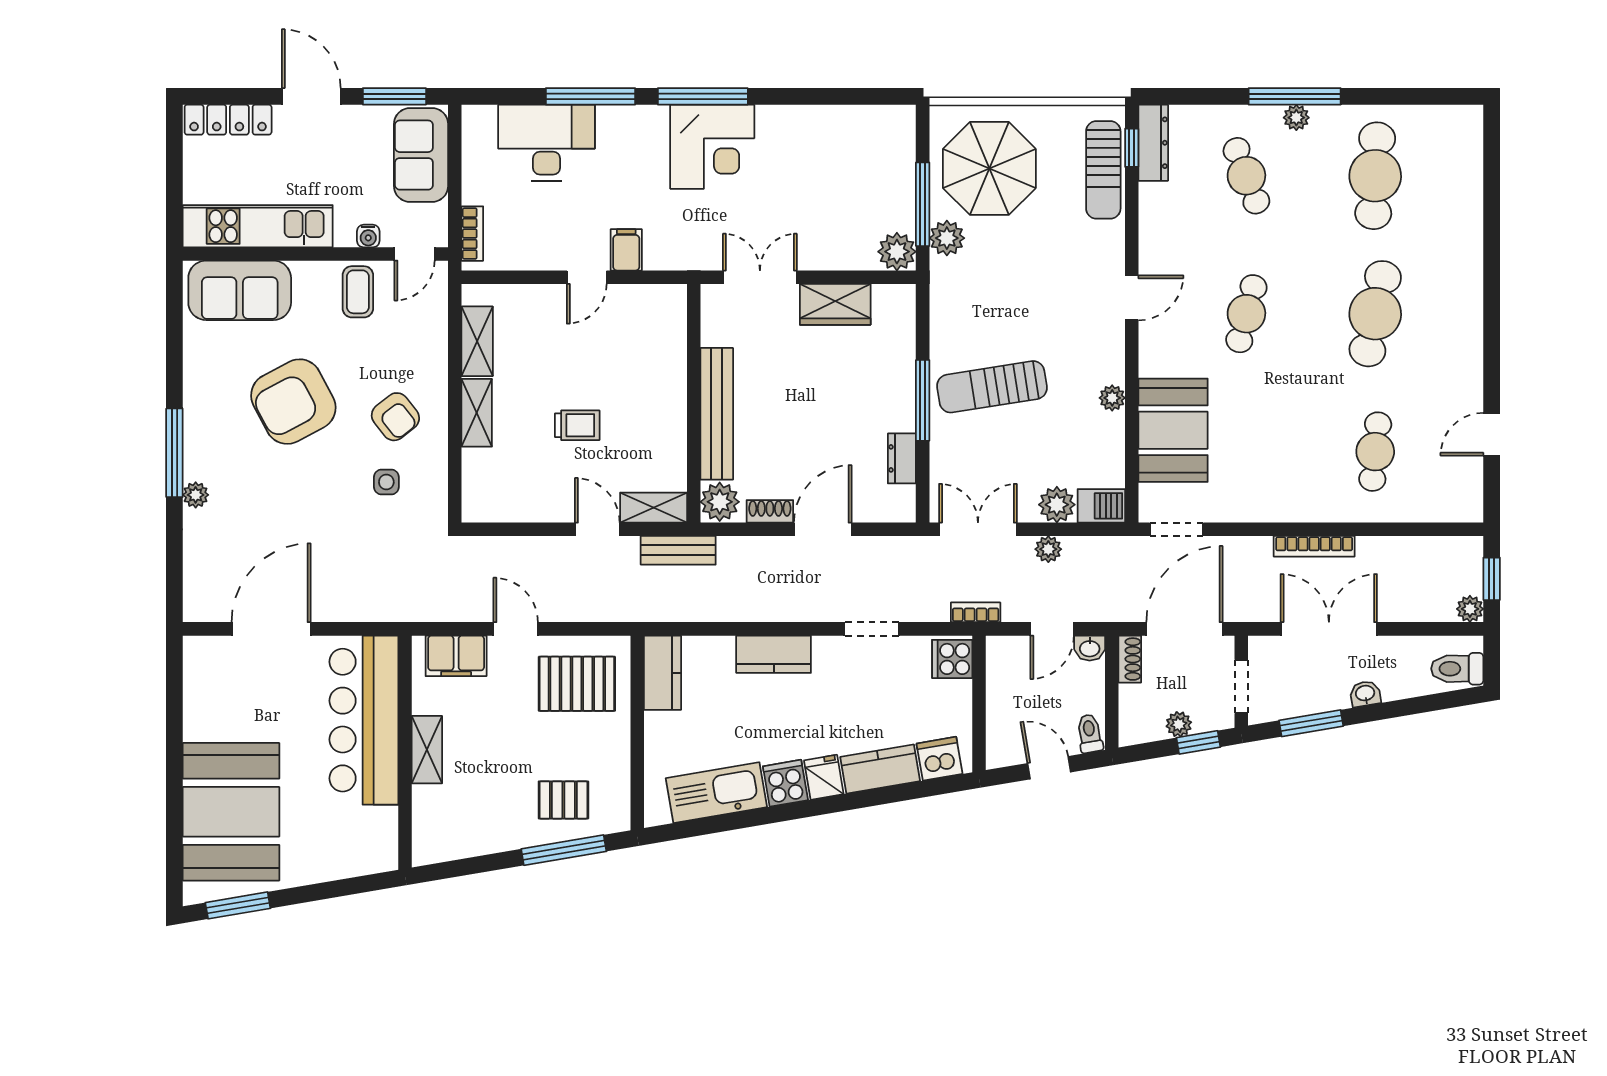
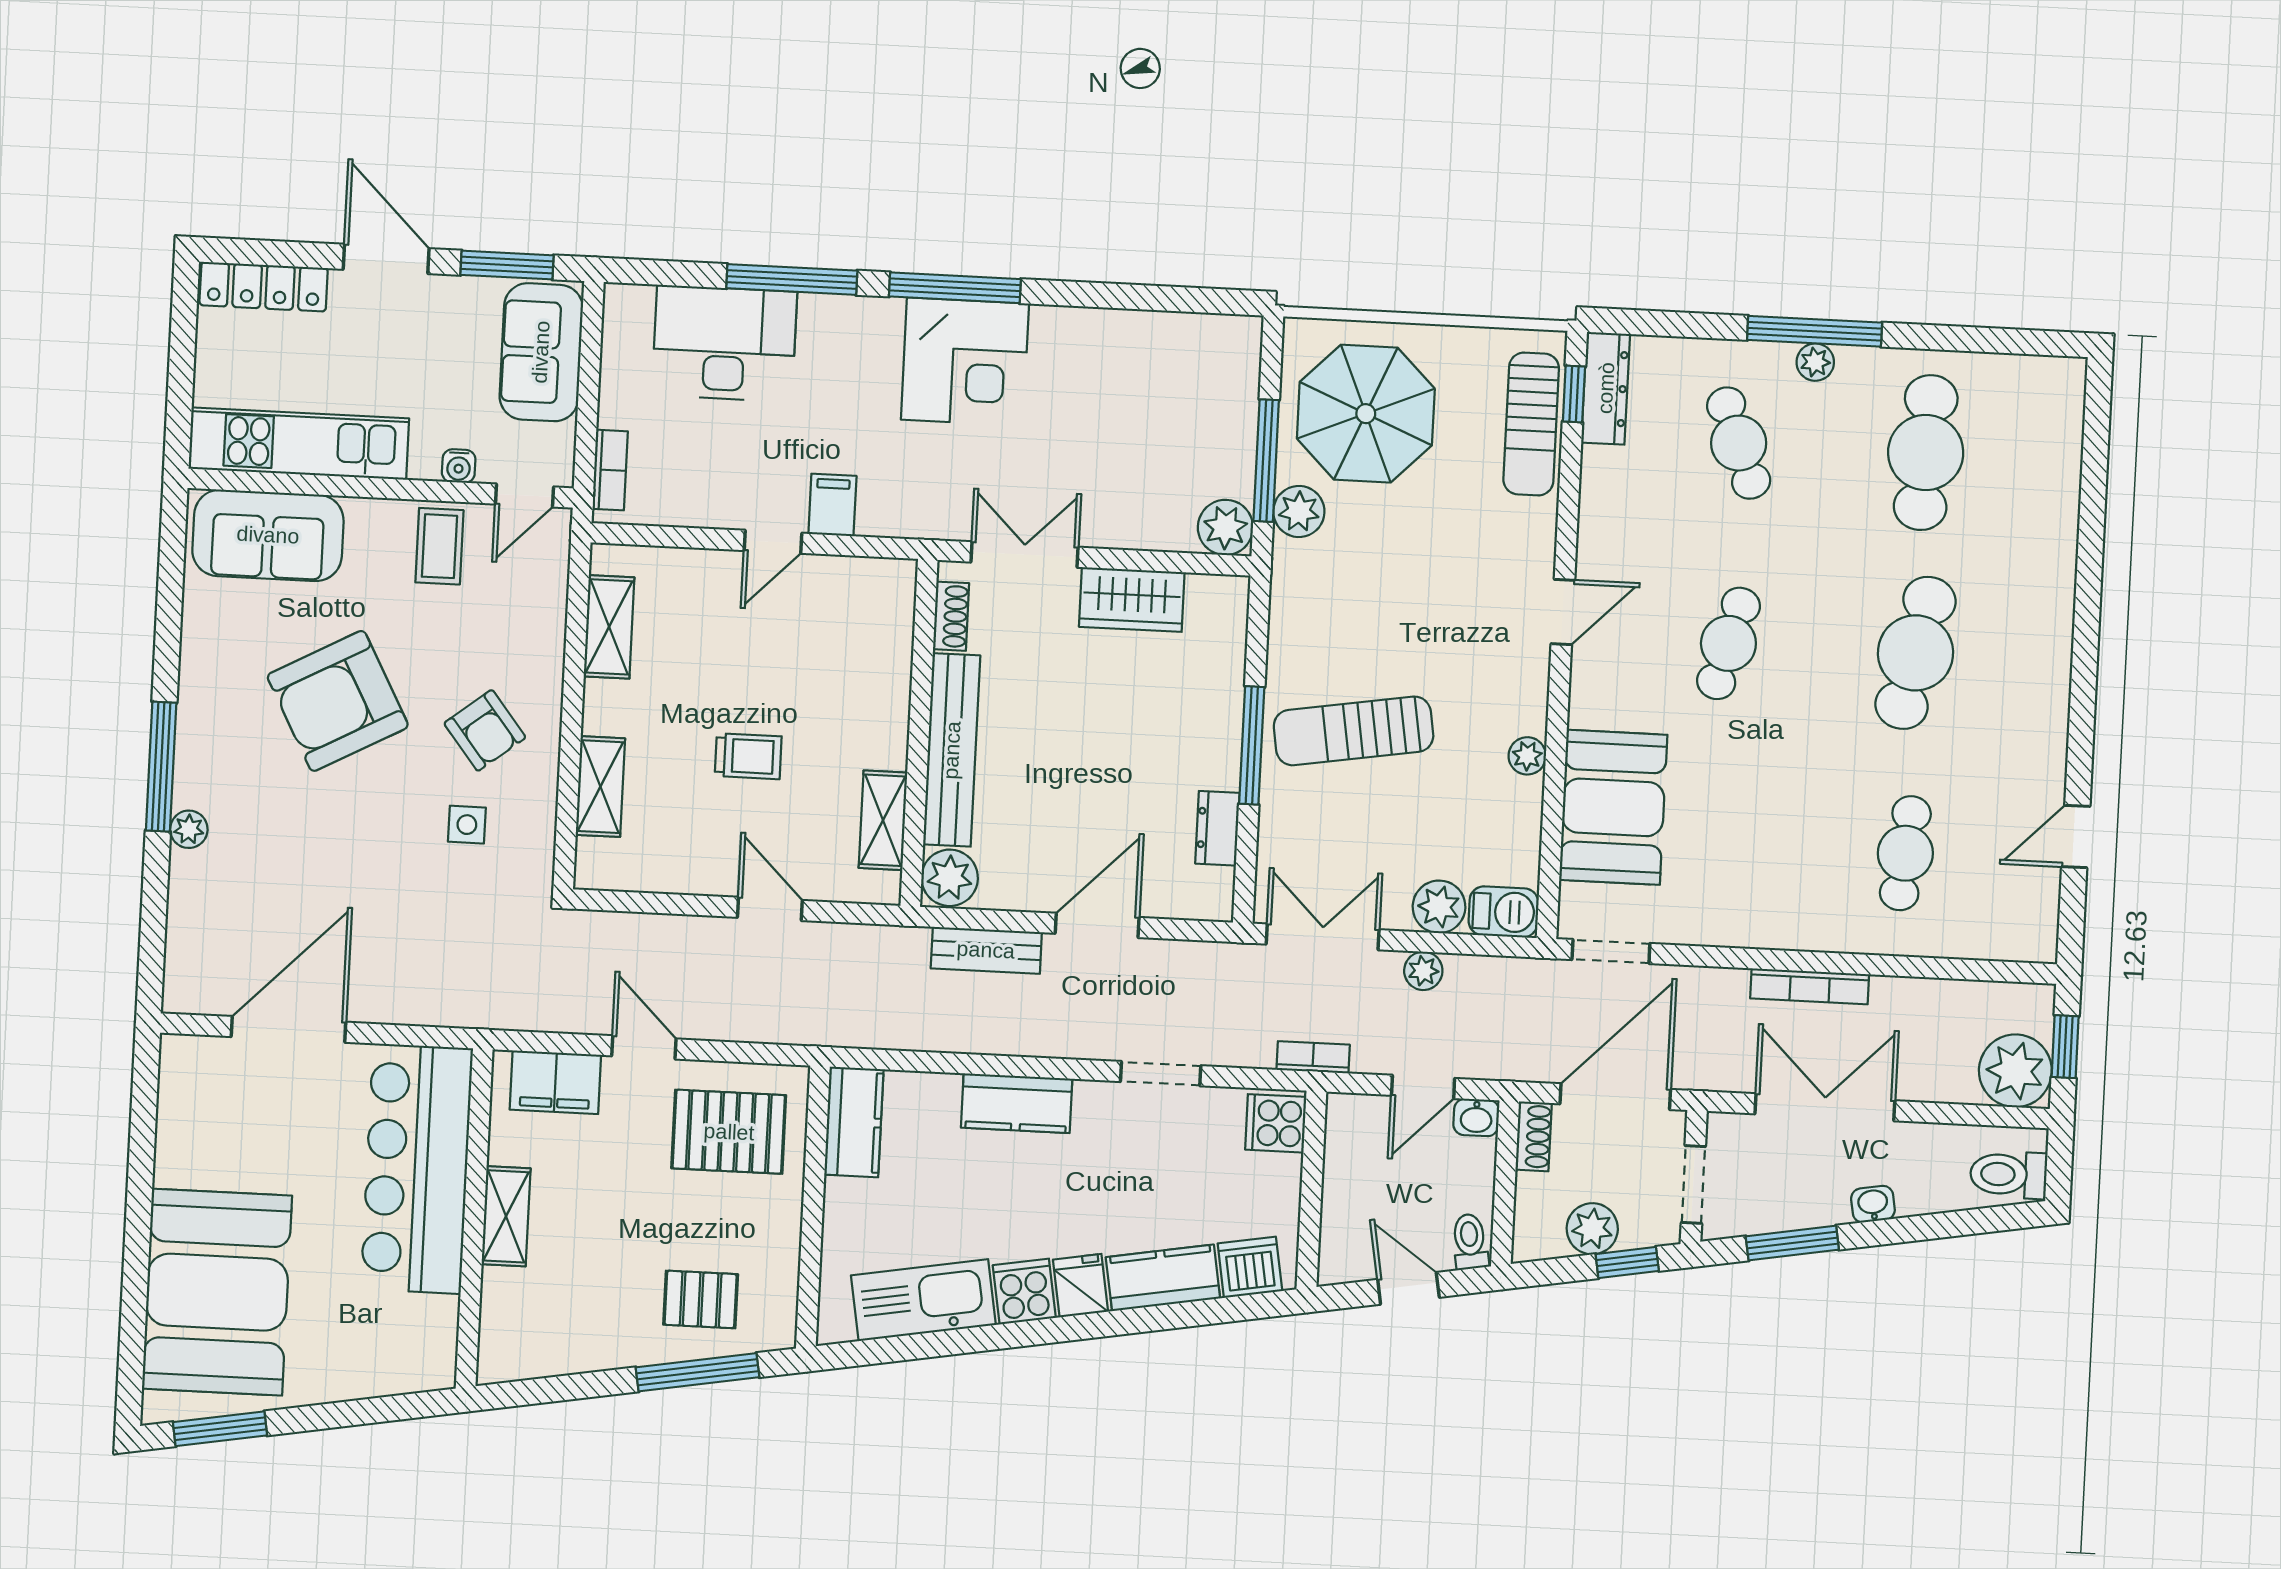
shelving: (477, 413) -> (600, 787), moved
shelving: (654, 508) -> (883, 820), moved, turned 90
shoe rack: (770, 511) -> (951, 616), moved, turned 90
bench: (678, 550) -> (986, 950), moved
plant: (1470, 609) -> (2015, 1071), width x1.88, depth x1.88
plant: (1179, 724) -> (1592, 1229), width x1.38, depth x1.38

